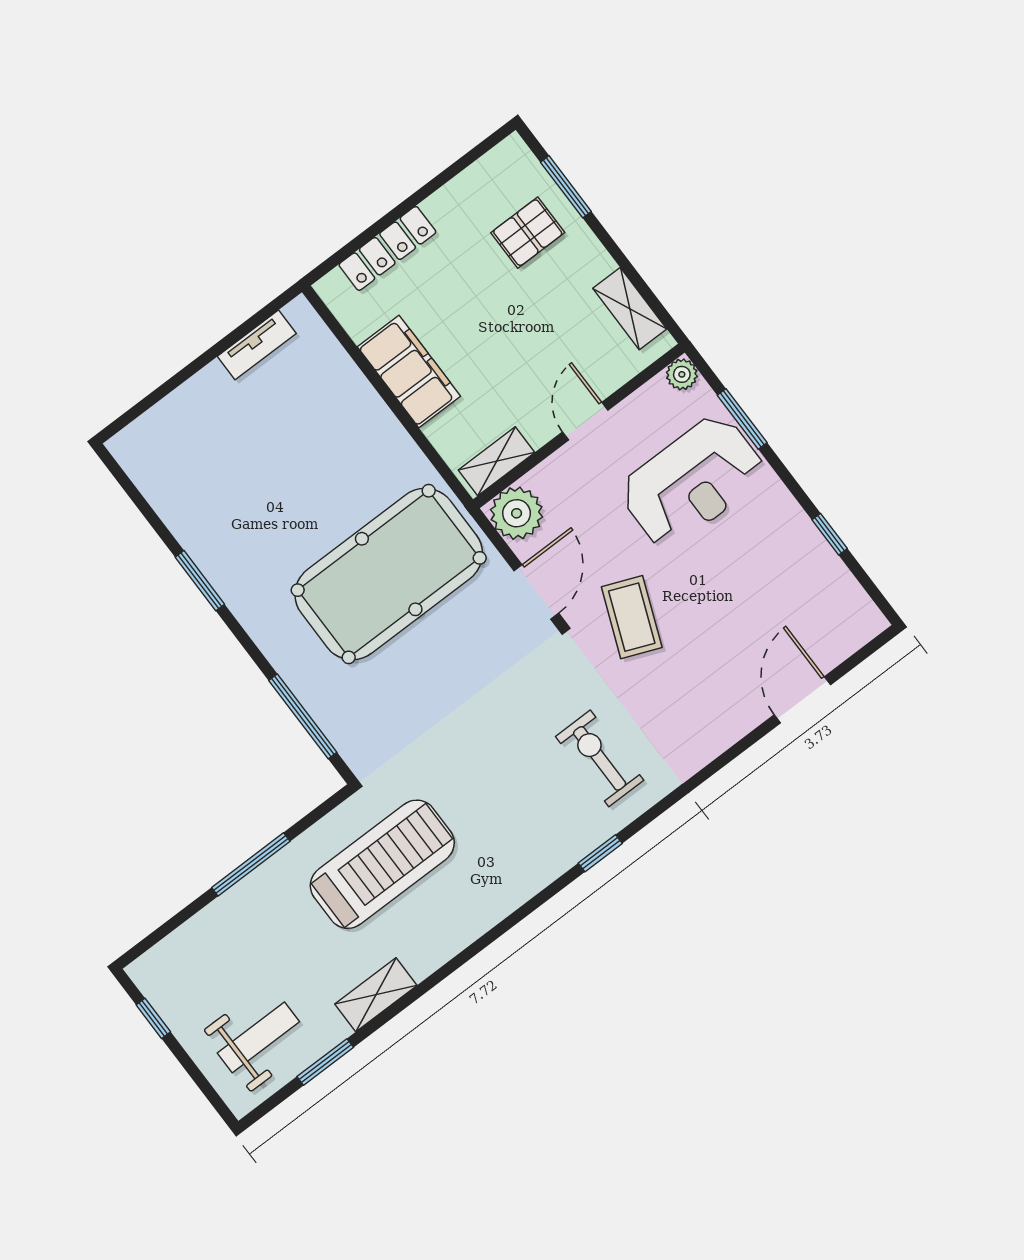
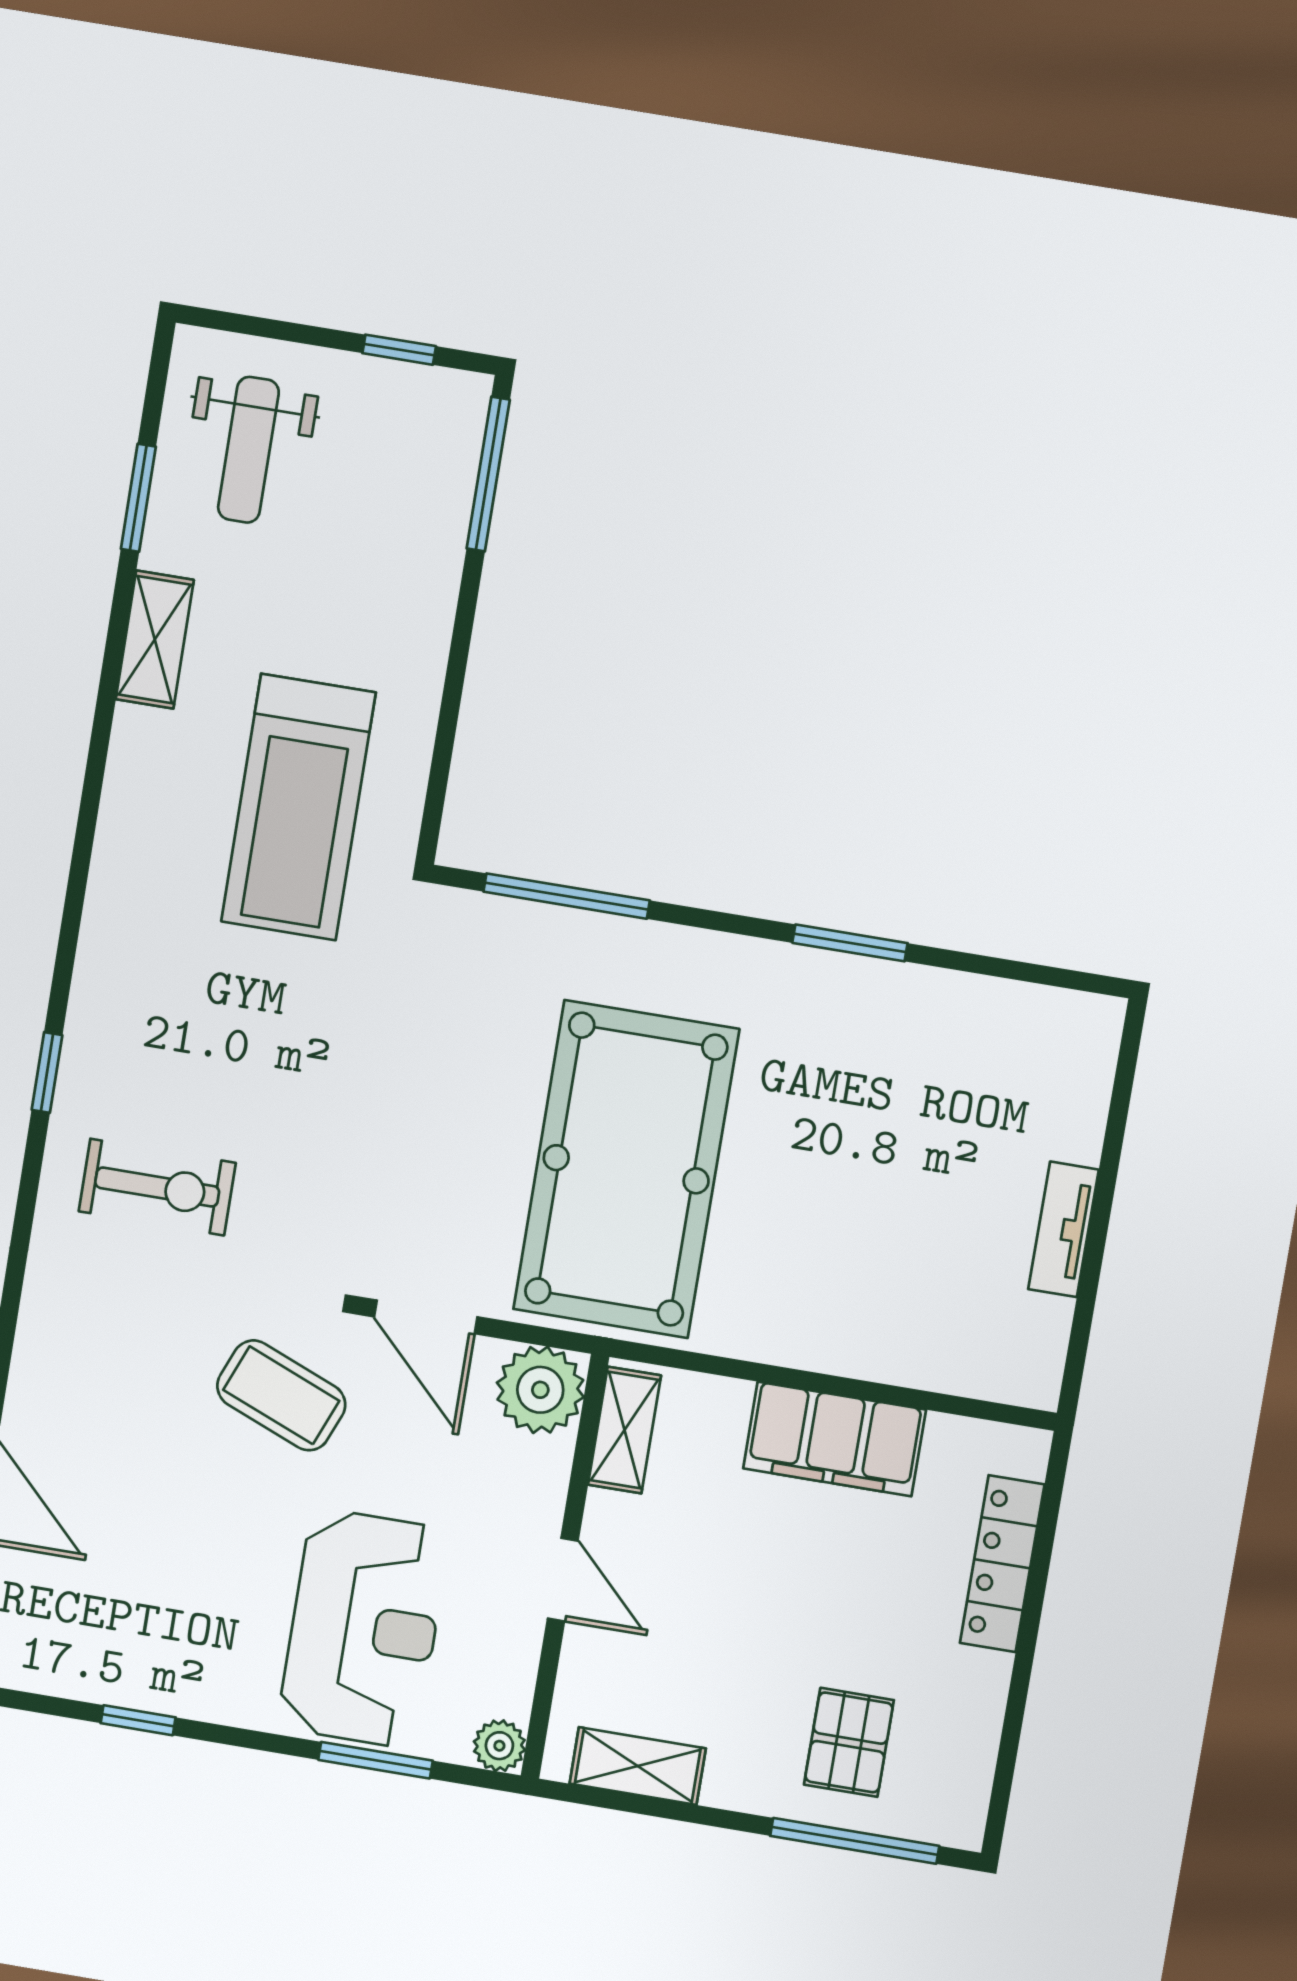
window: (566, 187) -> (855, 1841), width x1.44
tv unit: (257, 345) -> (1063, 1229), moved
reception desk: (692, 481) -> (364, 1628), turned 180
window: (251, 864) -> (488, 474), moved

